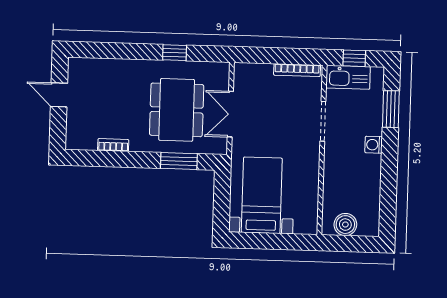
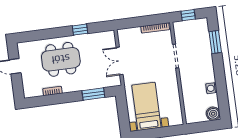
kitchen sink: (348, 77) -> (186, 27), removed
dining table: (177, 110) -> (61, 59), moved, turned 90
washing machine: (374, 145) -> (211, 88), moved
boiler: (345, 225) -> (213, 114), moved

